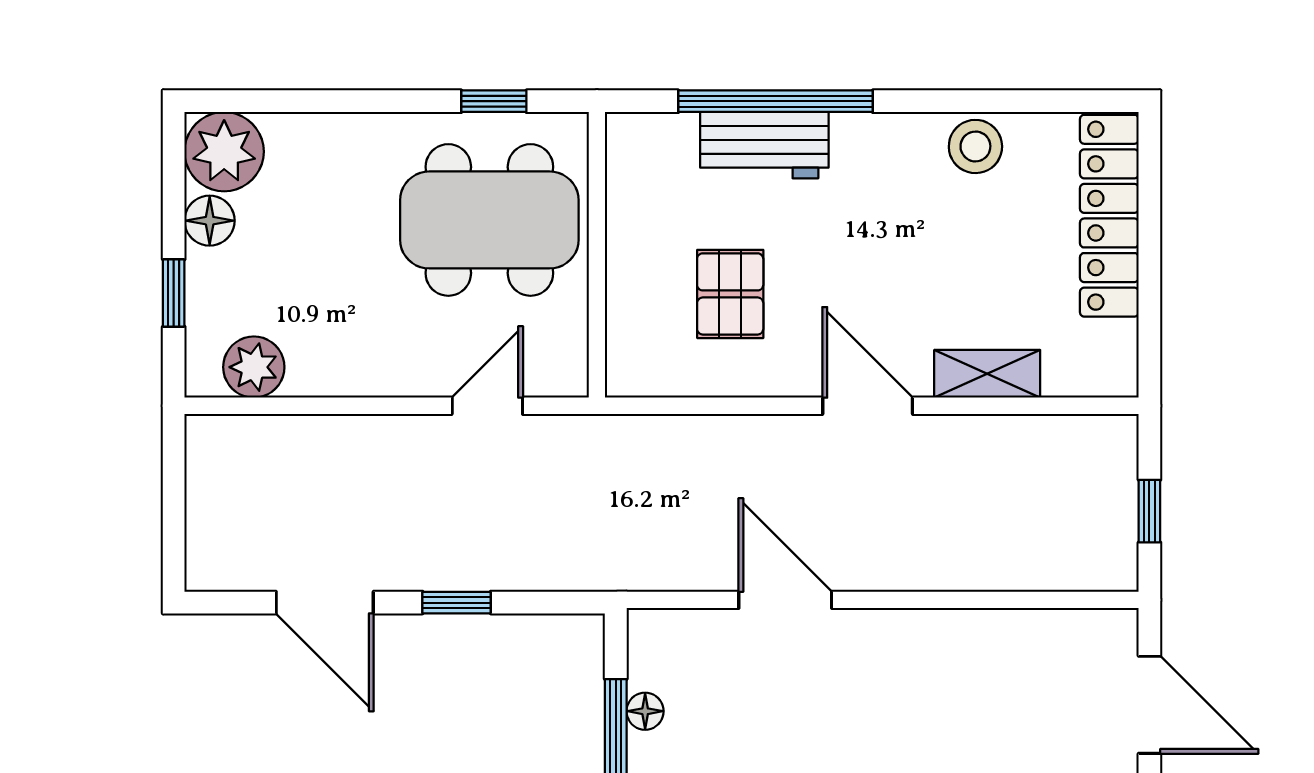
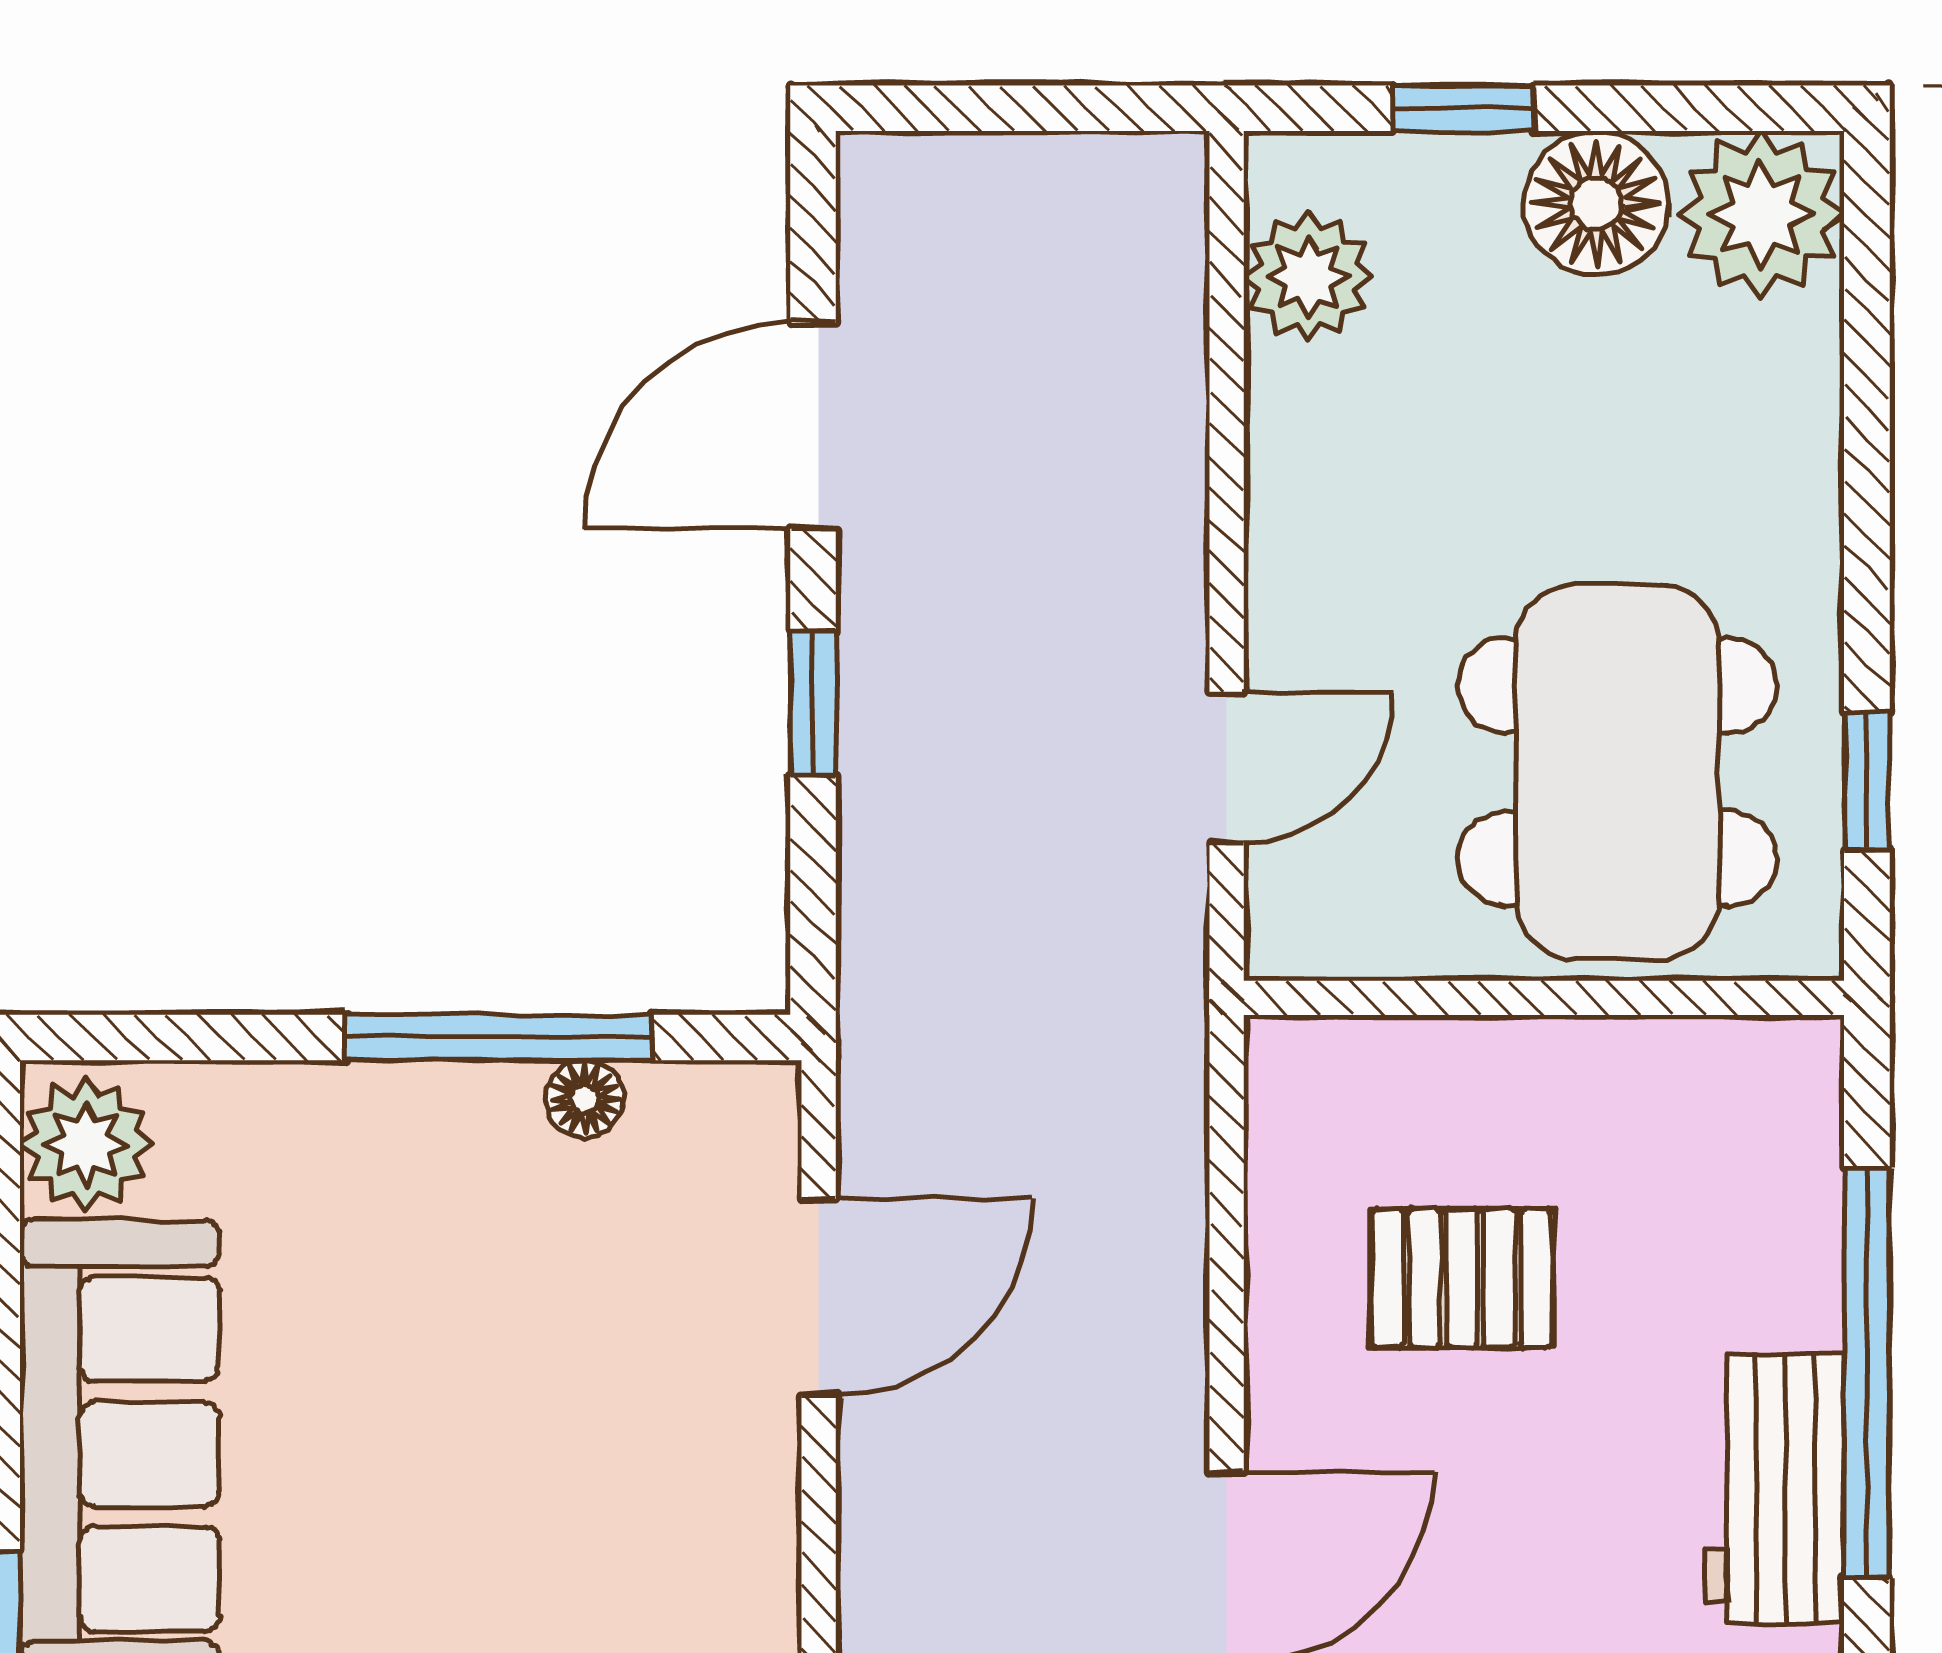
workbench: (764, 145) -> (1774, 1489), moved
floor lamp: (210, 221) -> (1596, 203), width x1.38, depth x1.38
door: (487, 406) -> (1227, 768), hinge flipped
door: (785, 600) -> (819, 1297), moved

